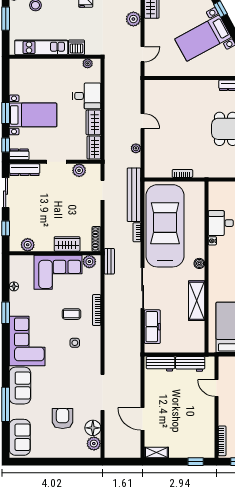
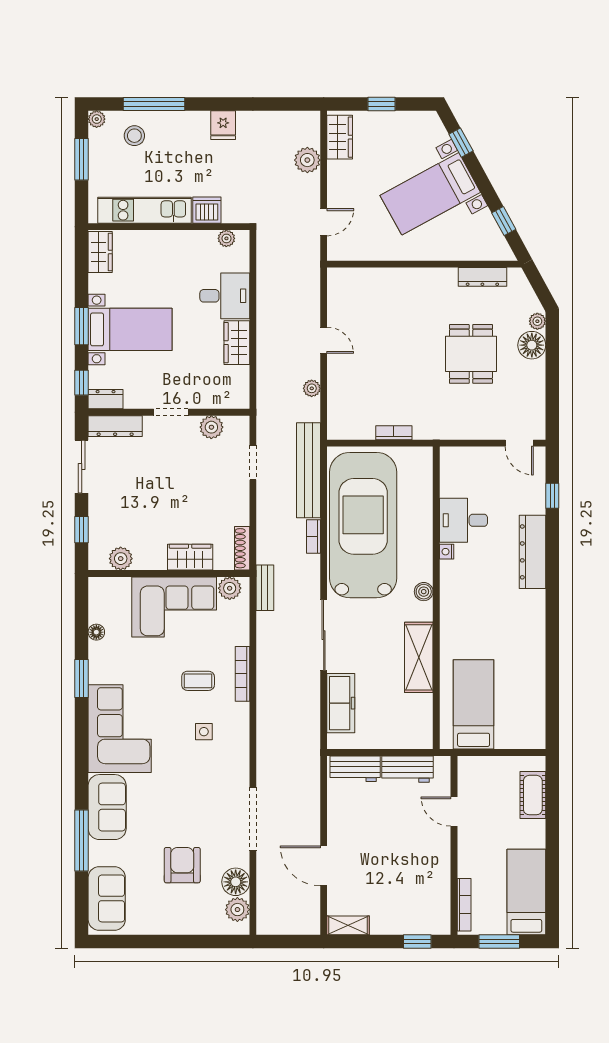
wardrobe: (94, 148) -> (100, 252), moved, turned 180

